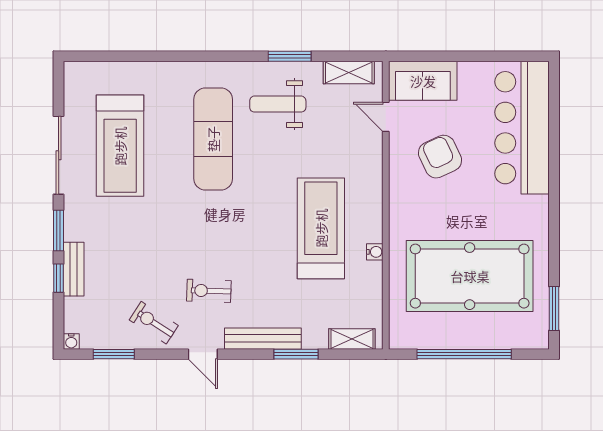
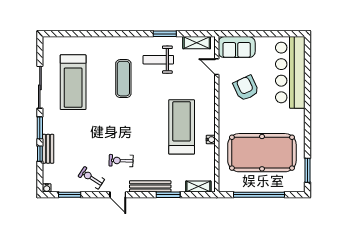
exercise mat: (213, 139) -> (123, 79), width x0.73, depth x0.69

